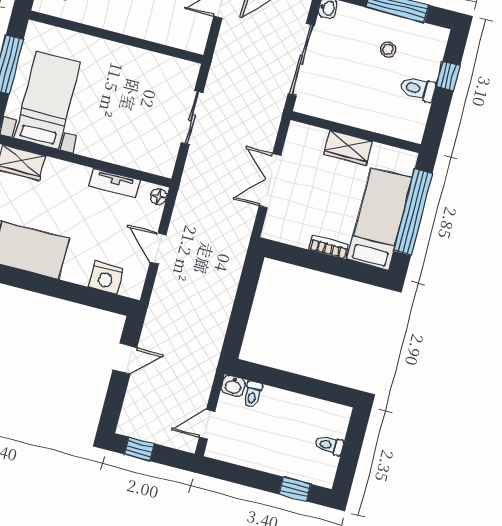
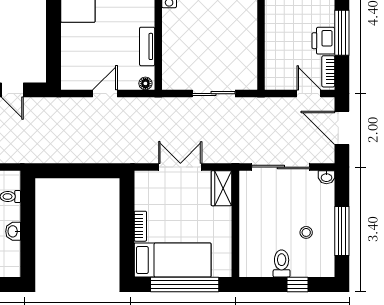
wardrobe: (348, 148) -> (221, 188), moved
nightstand: (106, 278) -> (72, 59), removed
washbasin: (233, 386) -> (13, 231), moved

